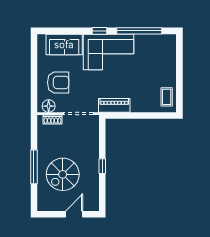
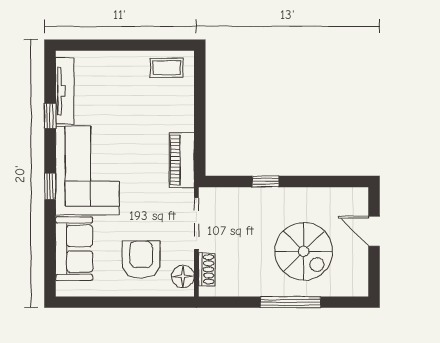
window: (139, 31) -> (50, 116), width x0.32
tv unit: (153, 39) -> (65, 91), added
window: (102, 166) -> (265, 181), moved

